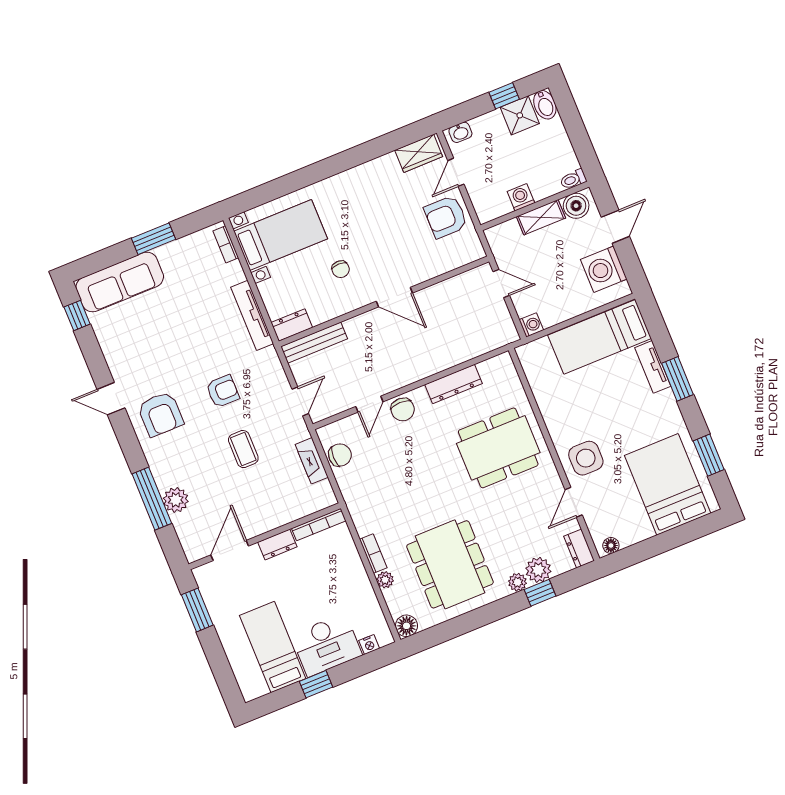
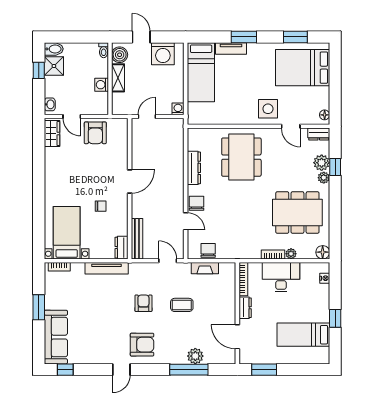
chair: (403, 409) -> (197, 203), turned -90
desk: (326, 645) -> (281, 277), moved, turned -90

